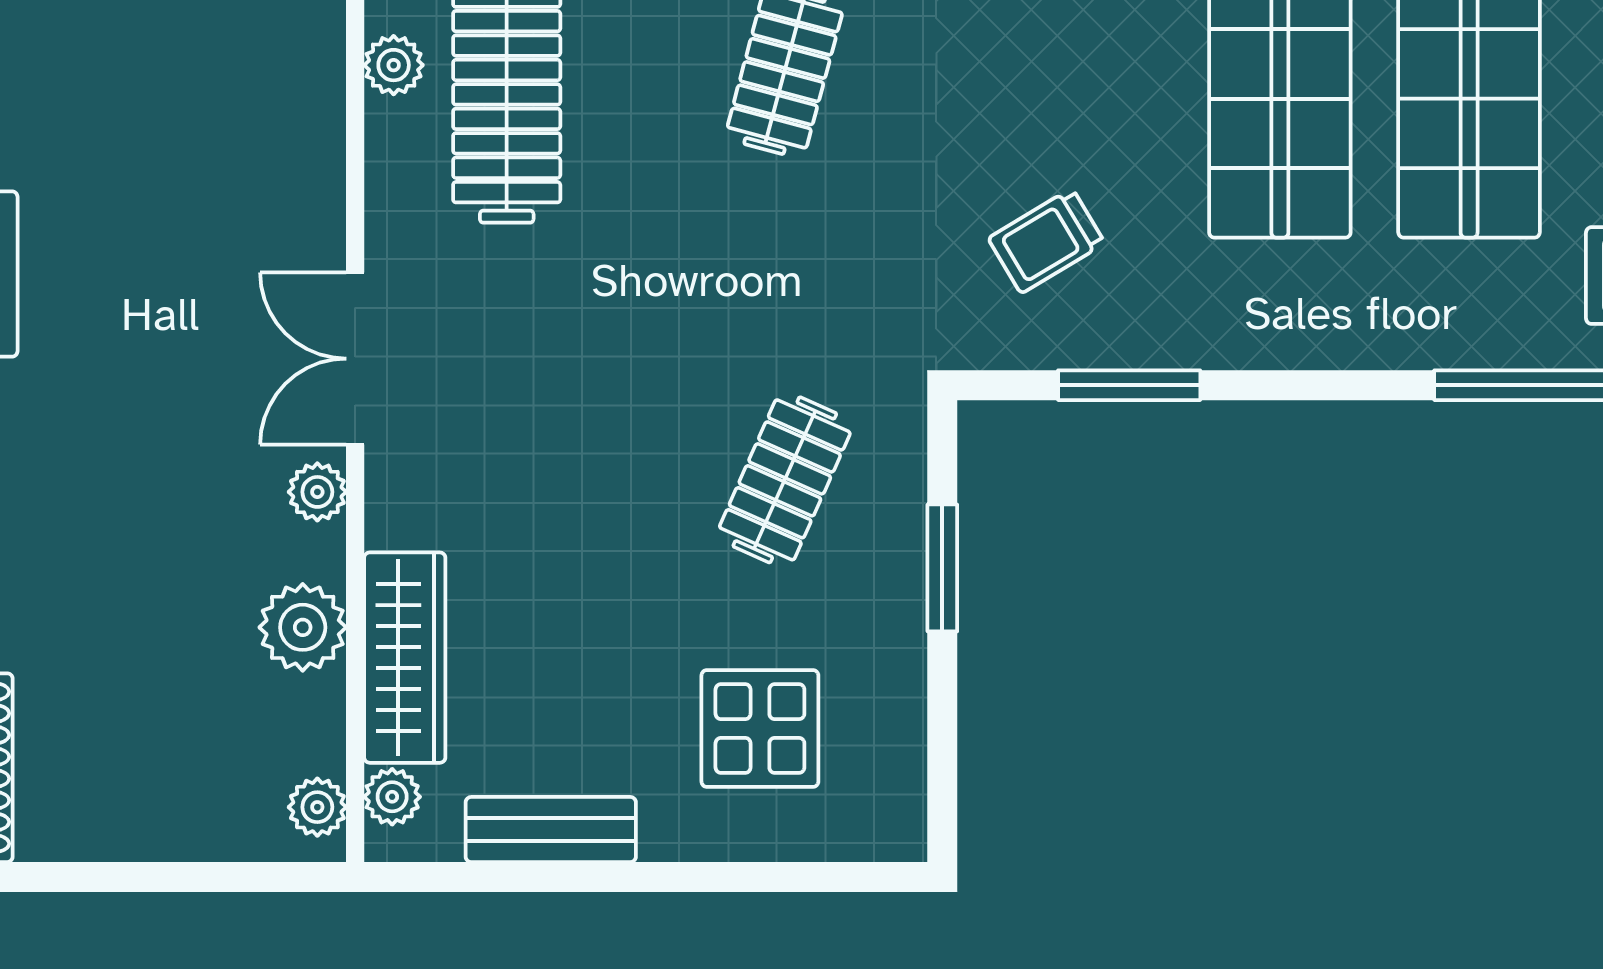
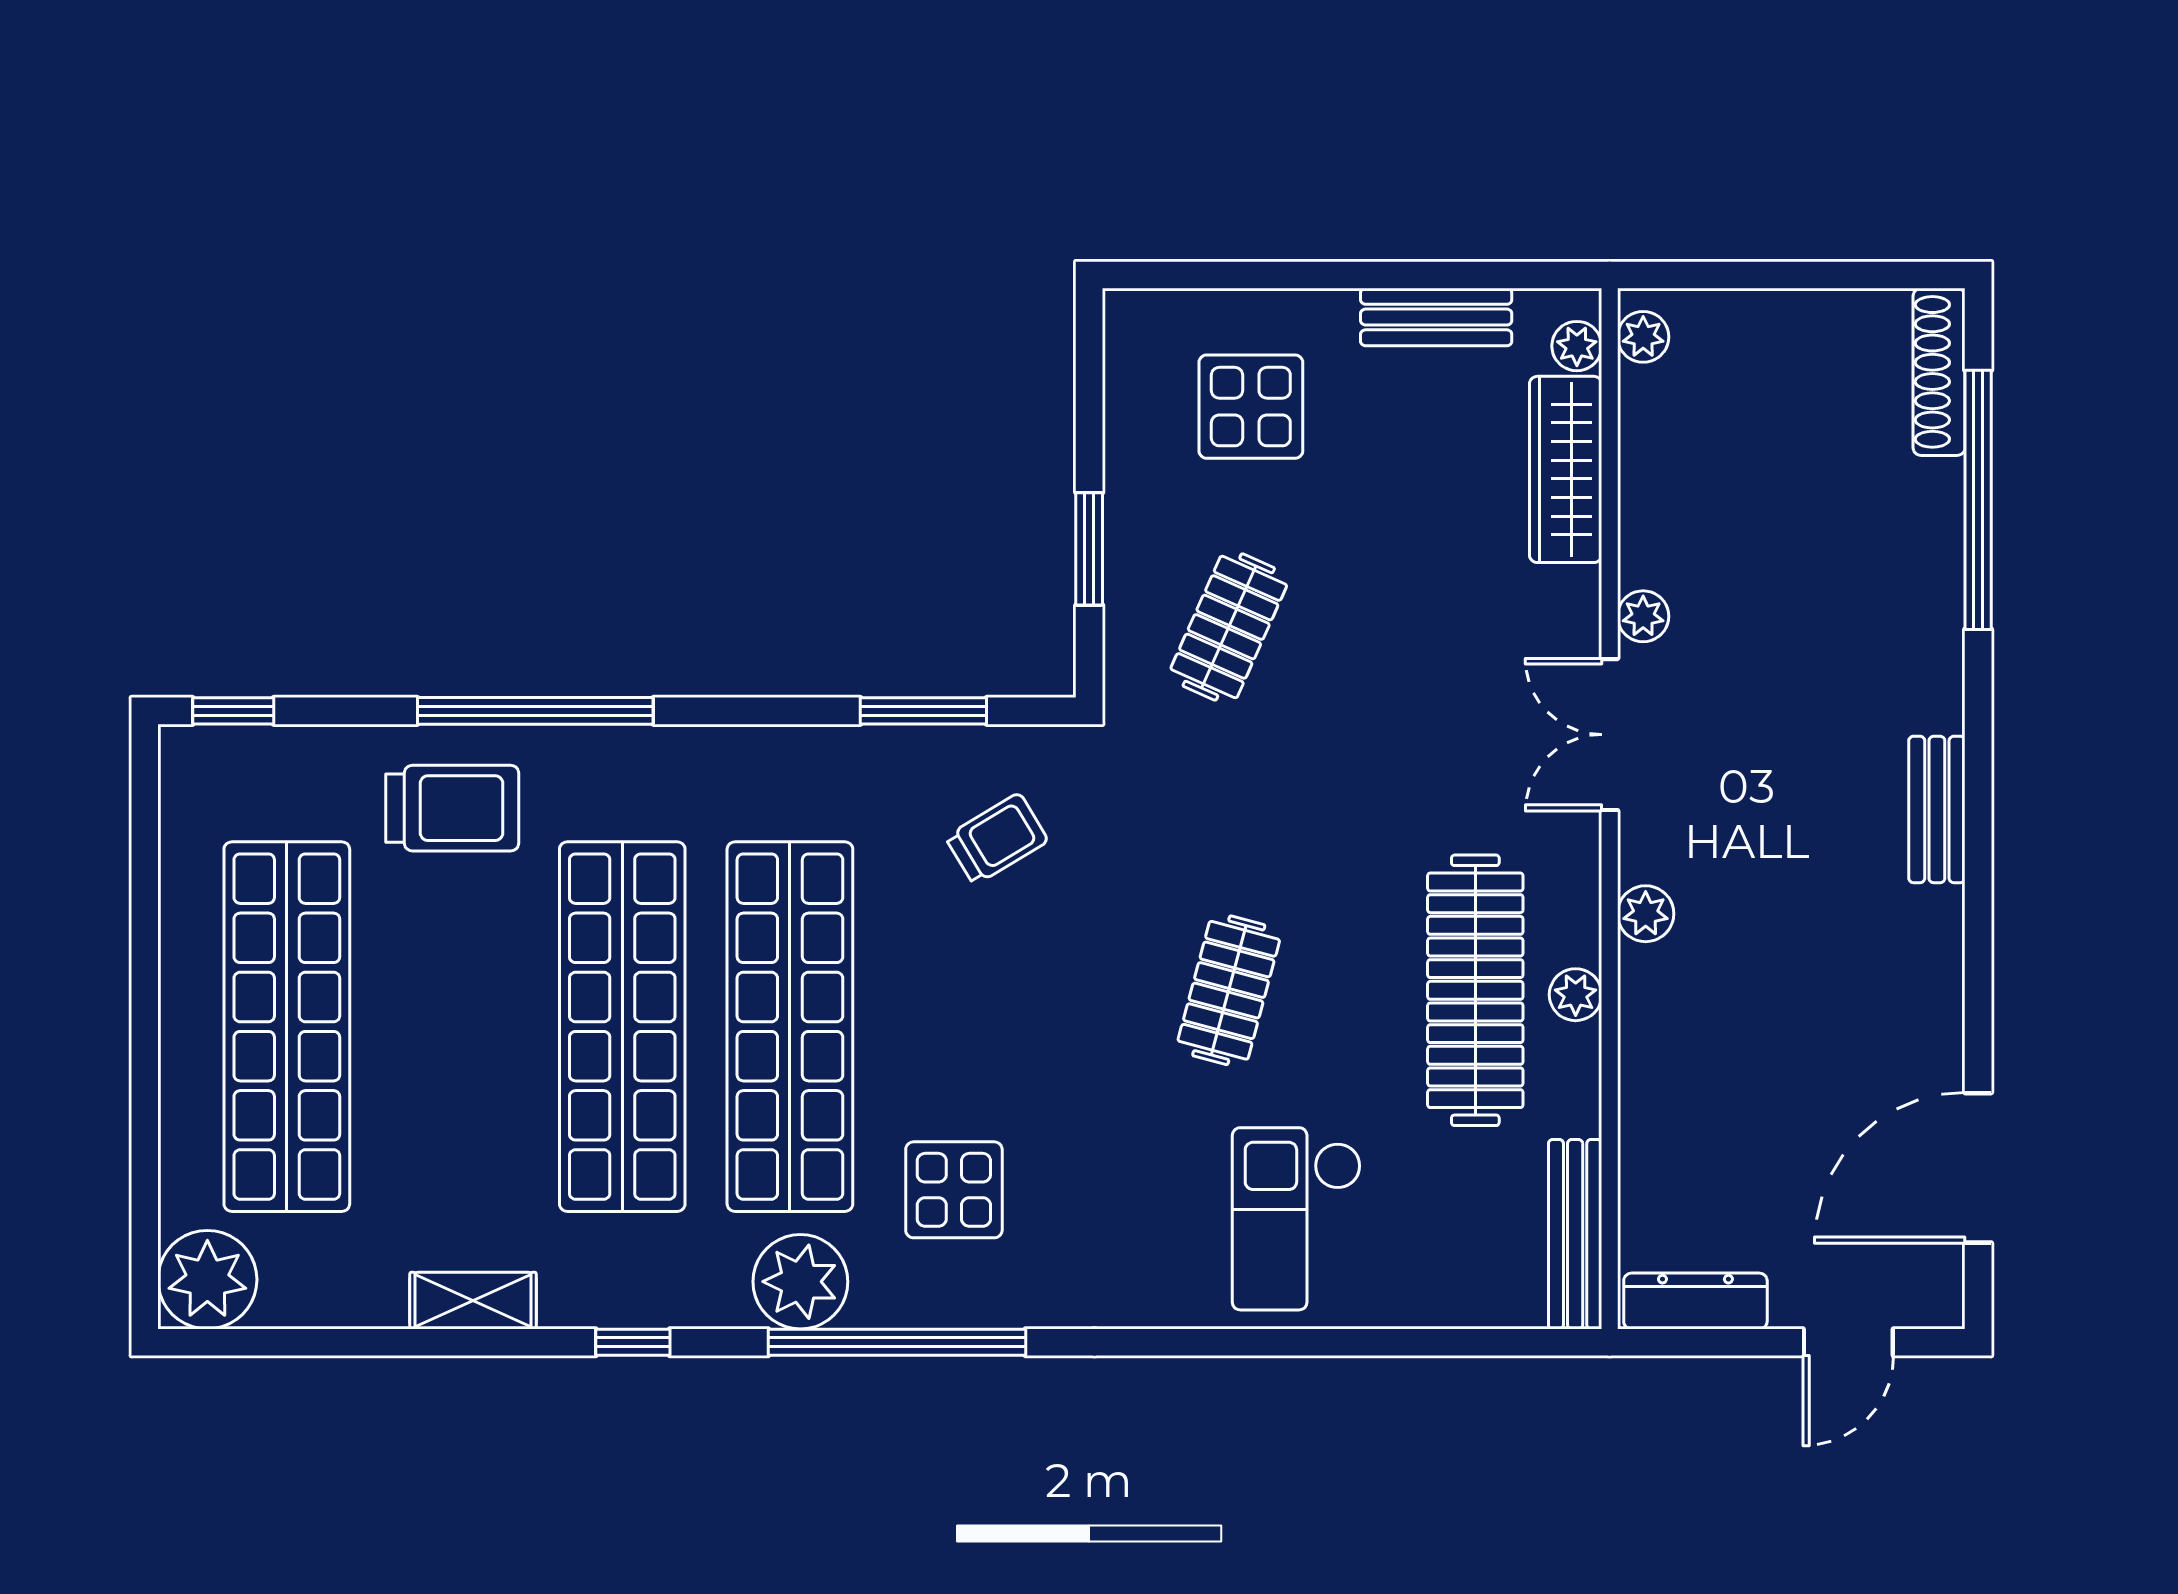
double door: (355, 359) -> (1610, 735), swing flipped
plant: (303, 627) -> (1646, 914), moved, width x0.73, depth x0.73

